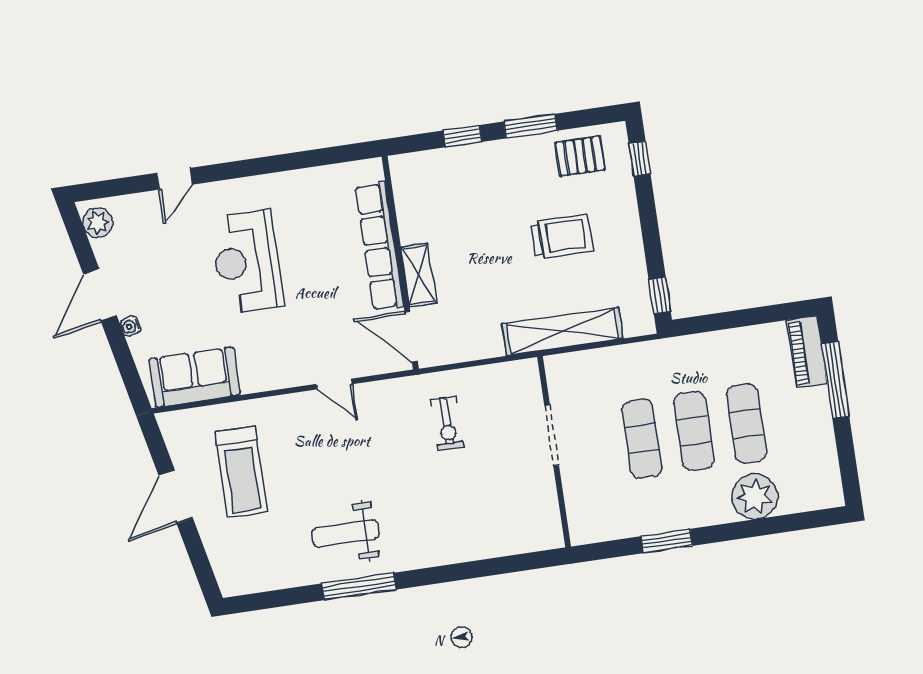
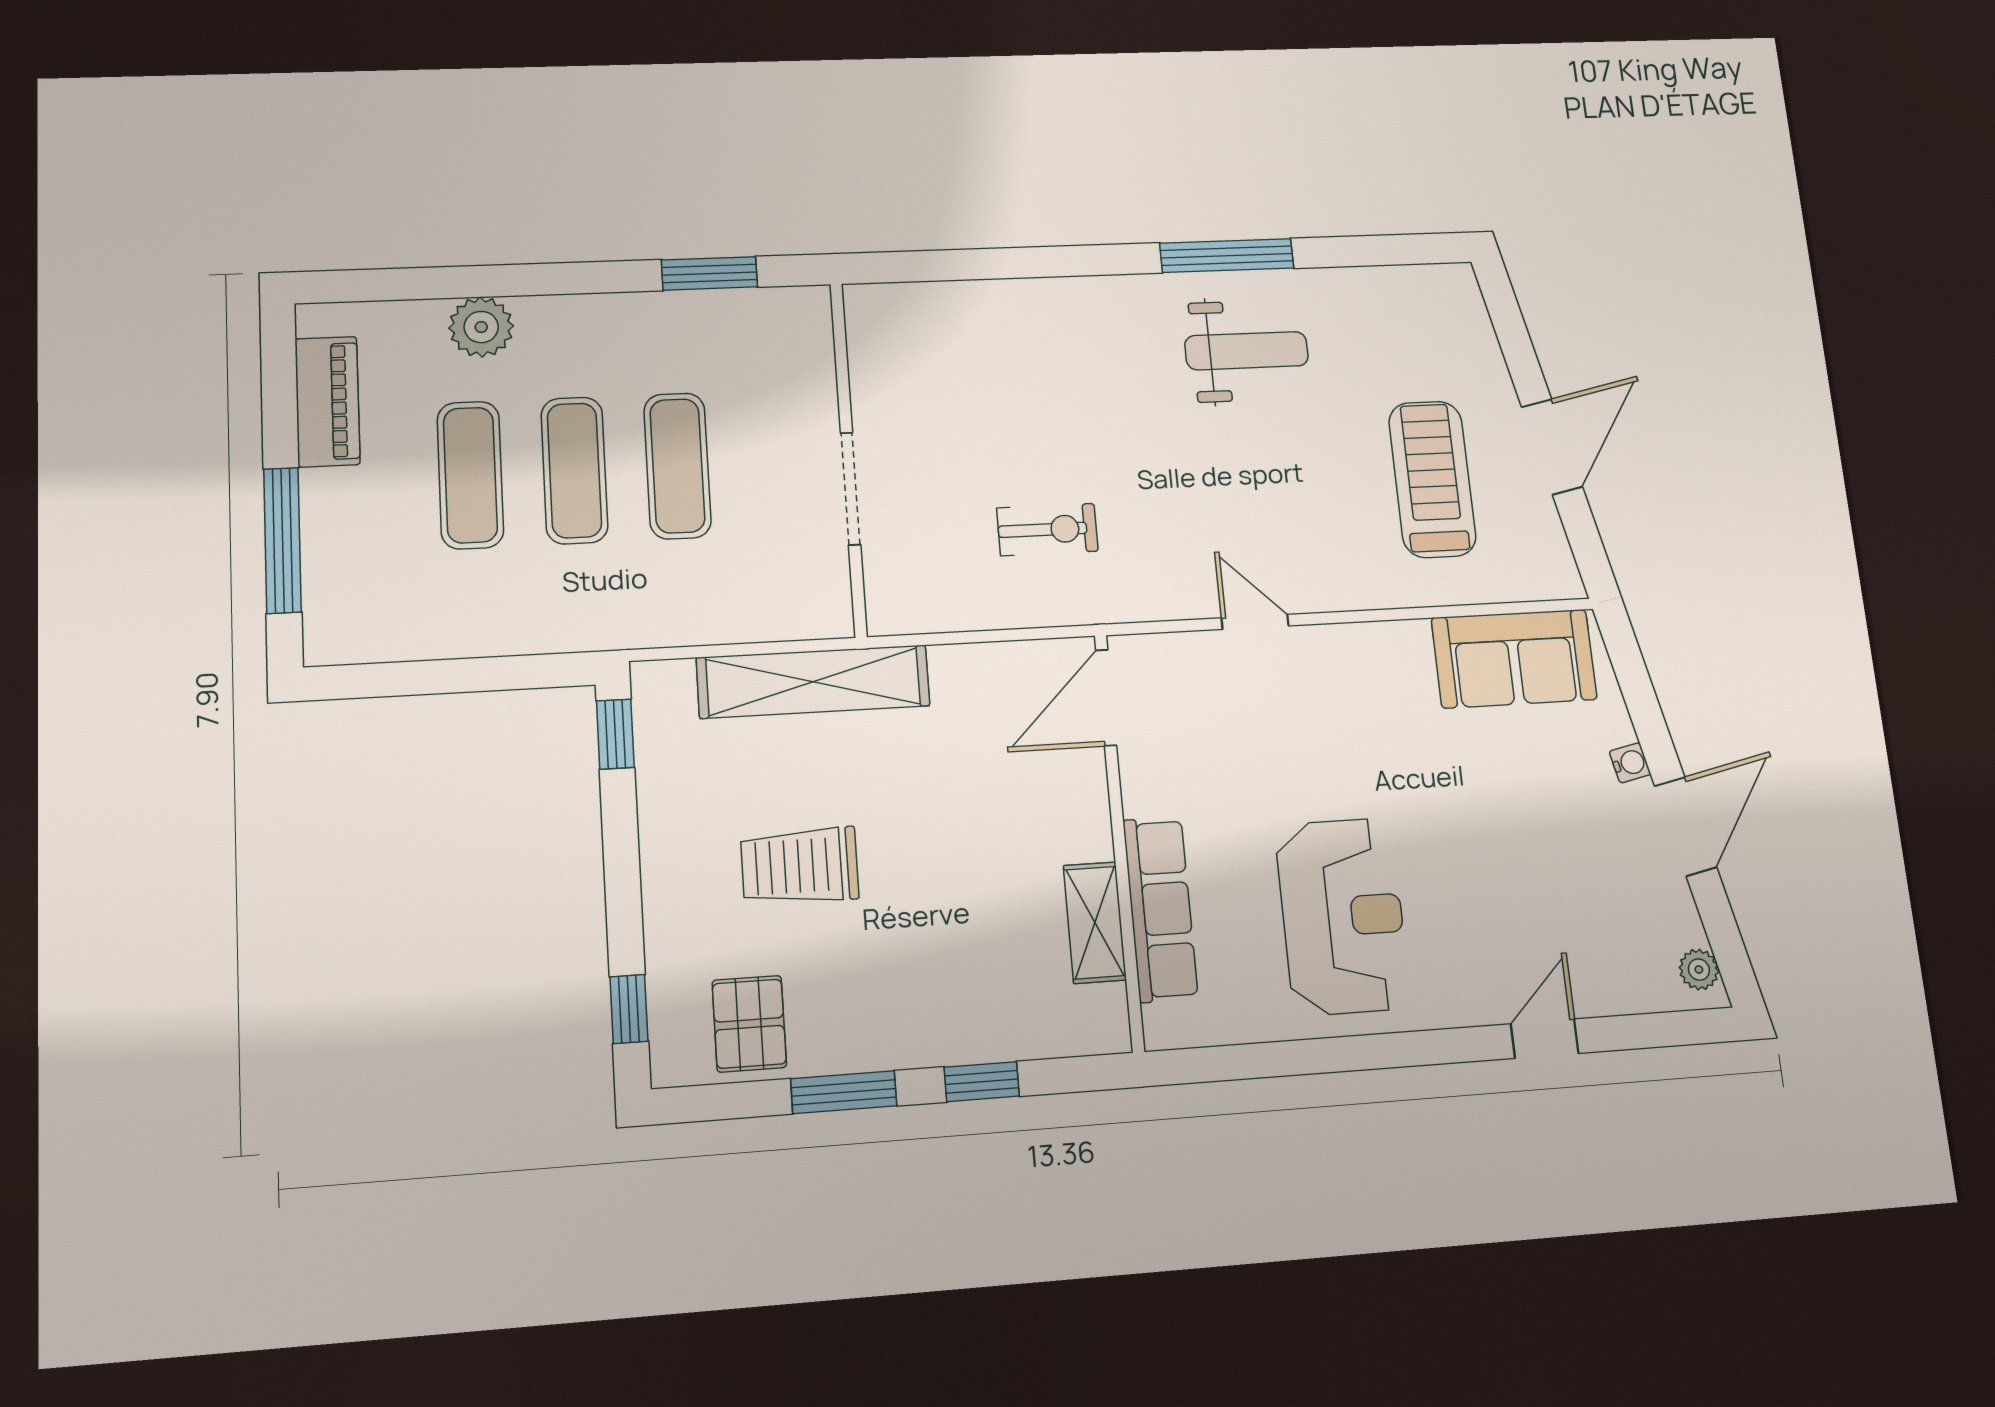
pallet: (580, 156) -> (749, 1024), turned 90
plant: (98, 223) -> (1699, 970), width x0.73, depth x0.73
row of seats: (380, 246) -> (1160, 909), width x0.73
reception desk: (247, 262) -> (1343, 916), moved
shelving: (419, 275) -> (1095, 923), moved
door: (411, 336) -> (1106, 698), swing flipped
piano: (807, 352) -> (327, 402), moved
exercise bike: (447, 423) -> (1047, 530), turned 90
plant: (755, 497) -> (481, 327), width x0.73, depth x0.73
window: (667, 541) -> (709, 273), moved

